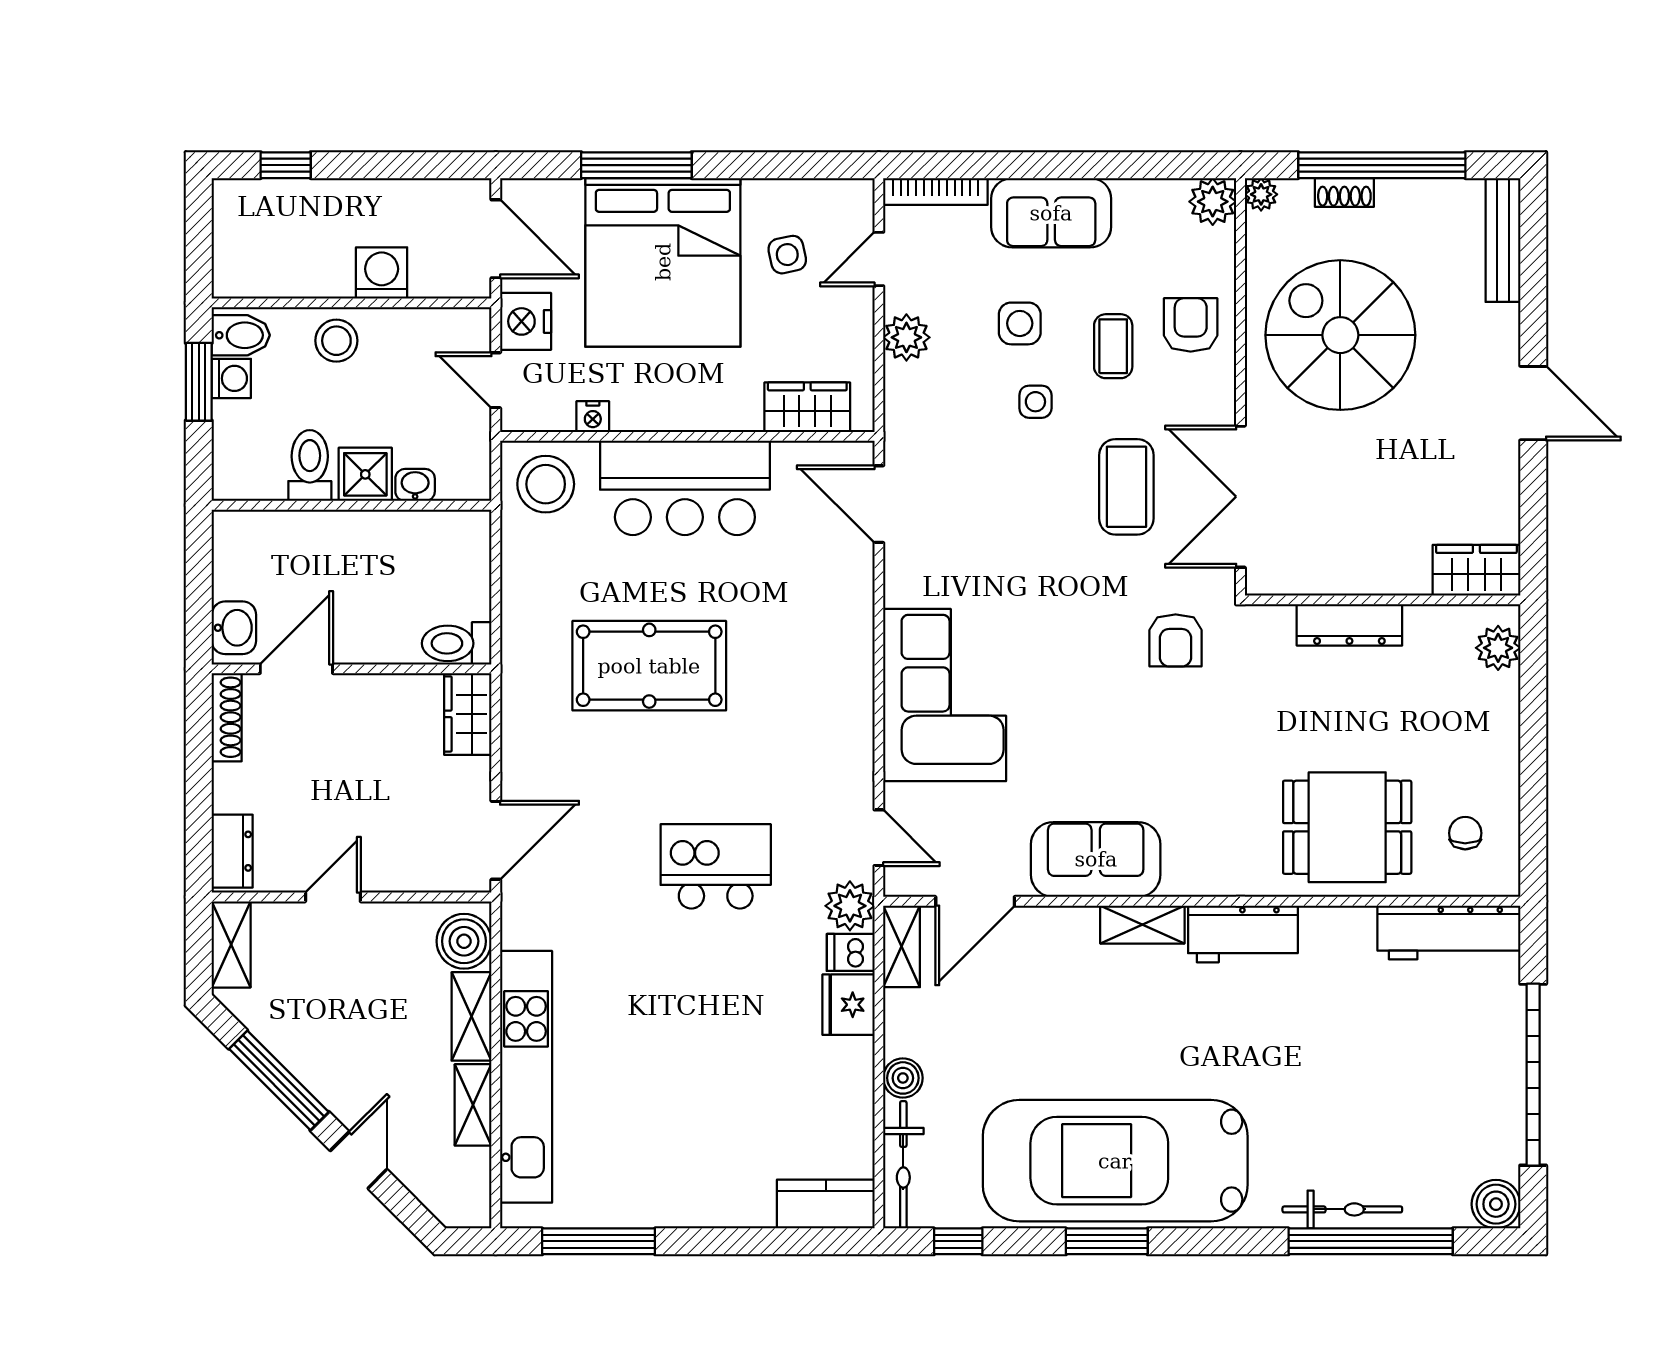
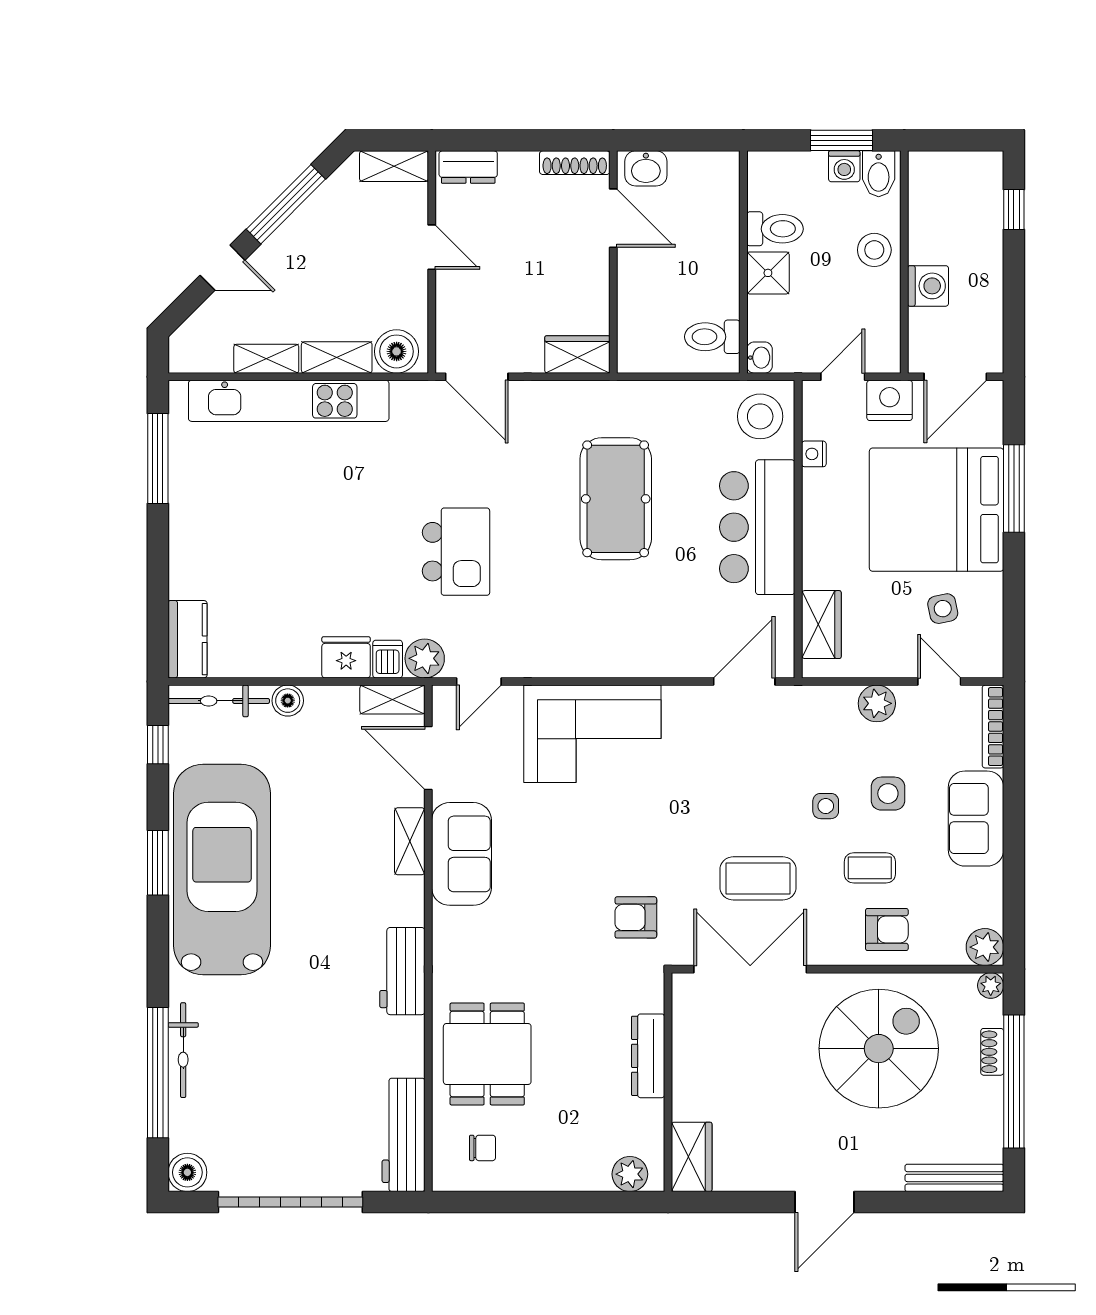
washbasin: (415, 485) -> (759, 358), moved
toilet: (457, 643) -> (712, 337), moved, turned -90
shelving: (1142, 925) -> (410, 841), moved

